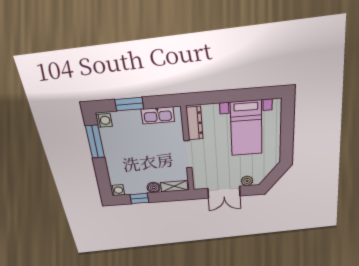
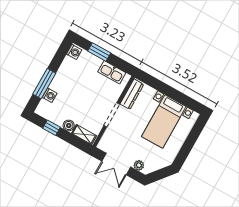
window: (95, 142) -> (44, 84), moved
washing machine: (117, 190) -> (50, 95), moved

